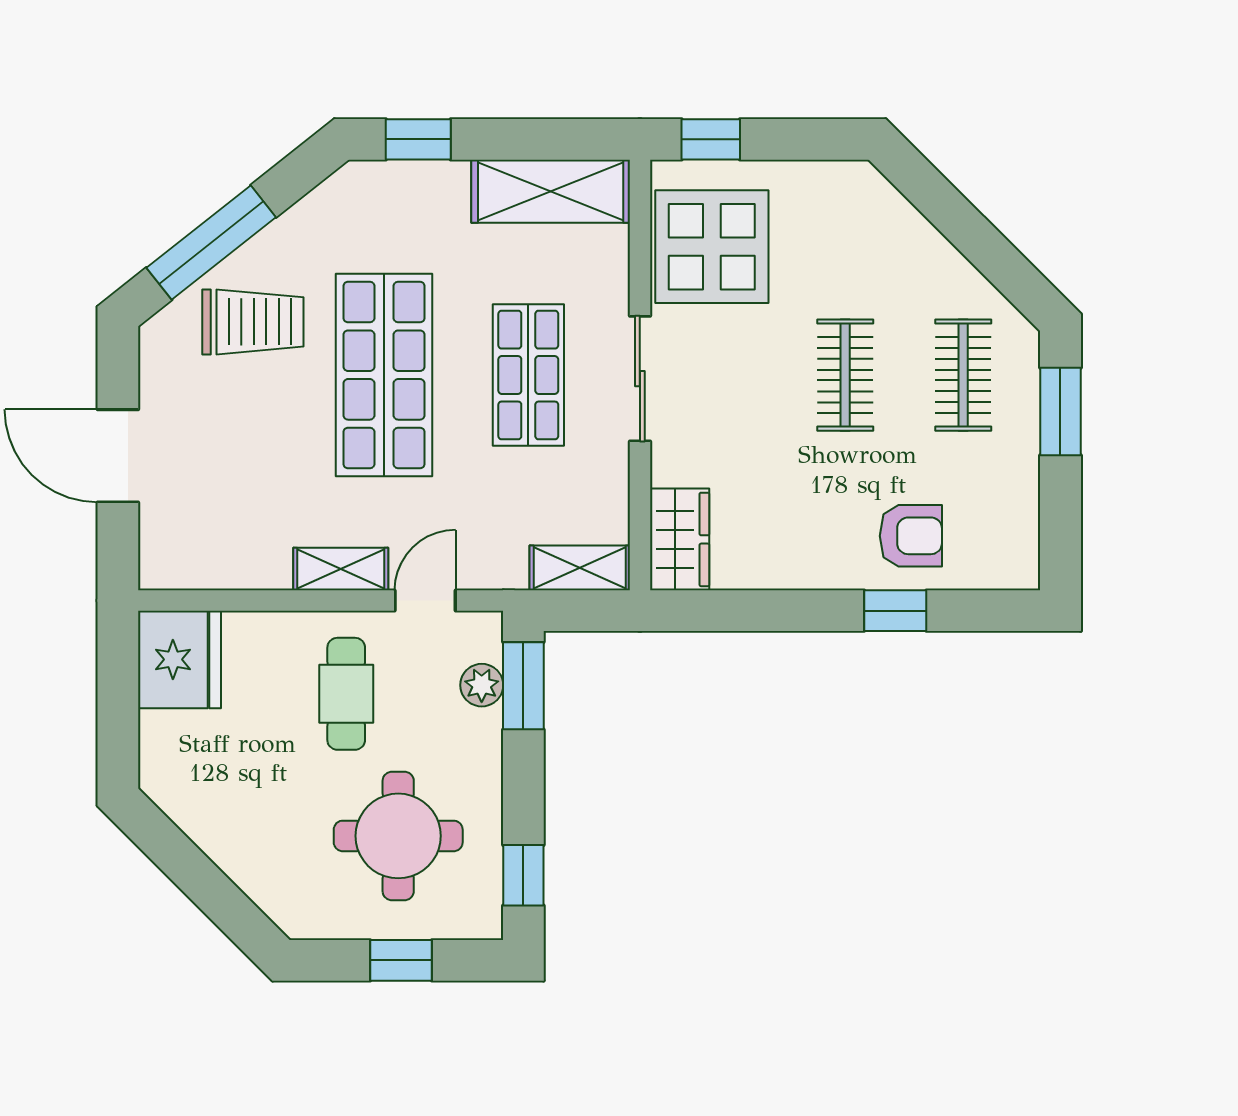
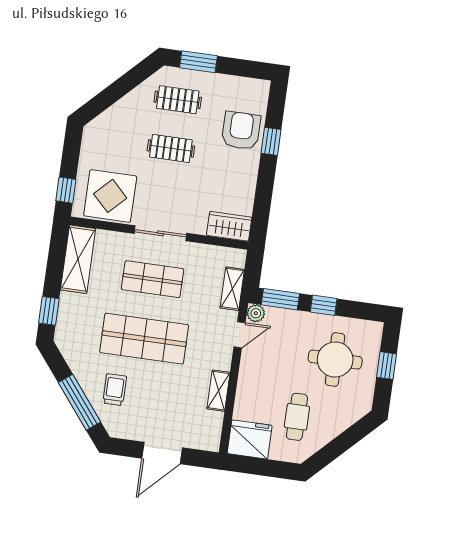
trolley: (253, 322) -> (115, 390), width x0.73, depth x0.72
armchair: (911, 536) -> (241, 131), width x1.38, depth x1.38
shelving: (580, 568) -> (232, 289), moved
shelving: (341, 569) -> (218, 391), moved
door: (425, 601) -> (240, 335), swing flipped
plant: (482, 685) -> (256, 313), moved
cafe table: (346, 694) -> (297, 417), moved, turned 90
window: (523, 875) -> (324, 305), moved

